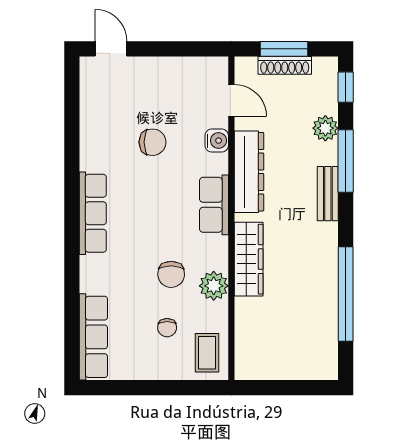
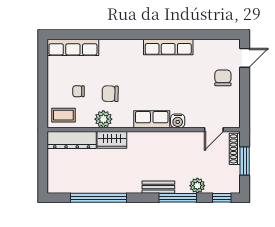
shoe rack: (285, 65) -> (235, 149), moved
water cooler: (217, 141) -> (178, 121), moved
chair: (152, 142) -> (223, 78), moved, turned 180
dresser: (249, 172) -> (72, 140), moved
row of seats: (93, 213) -> (168, 47), moved
wardrobe: (249, 259) -> (112, 140), width x0.67

